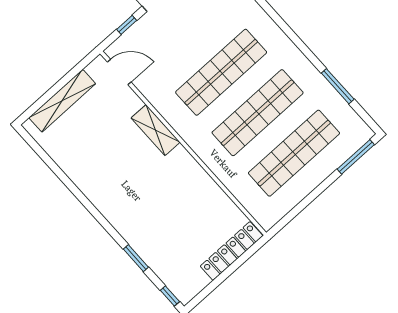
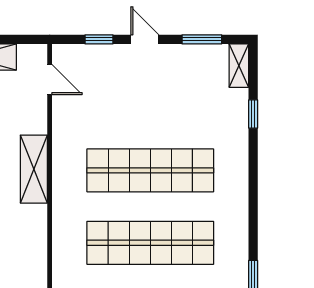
door: (119, 72) -> (50, 79), width x0.73

